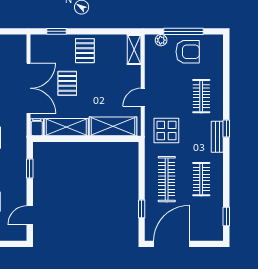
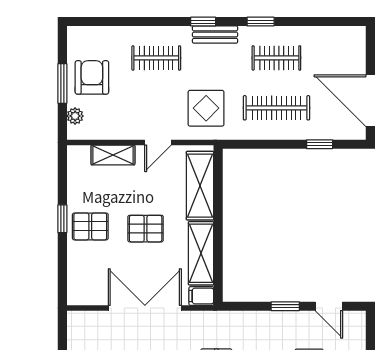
window: (57, 31) -> (62, 219), moved
window: (183, 31) -> (62, 83), width x0.69
shelving: (134, 49) -> (113, 155), moved
pallet: (67, 83) -> (146, 229), moved
door: (143, 97) -> (158, 142), hinge flipped
window: (30, 169) -> (285, 306), moved
window: (226, 217) -> (261, 22), moved

